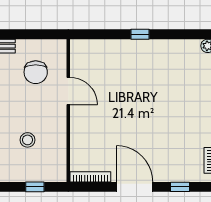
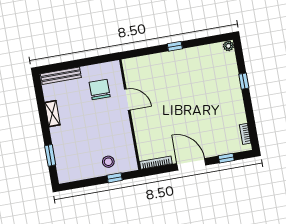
chair: (36, 72) -> (100, 90), turned 180
stool: (28, 140) -> (108, 162), moved

